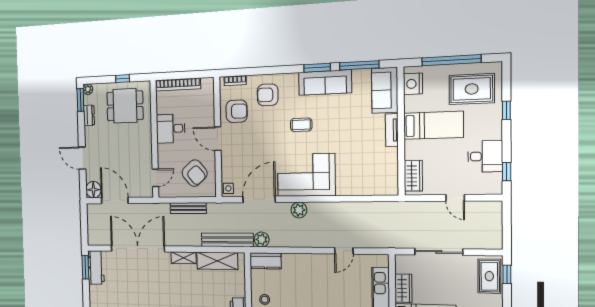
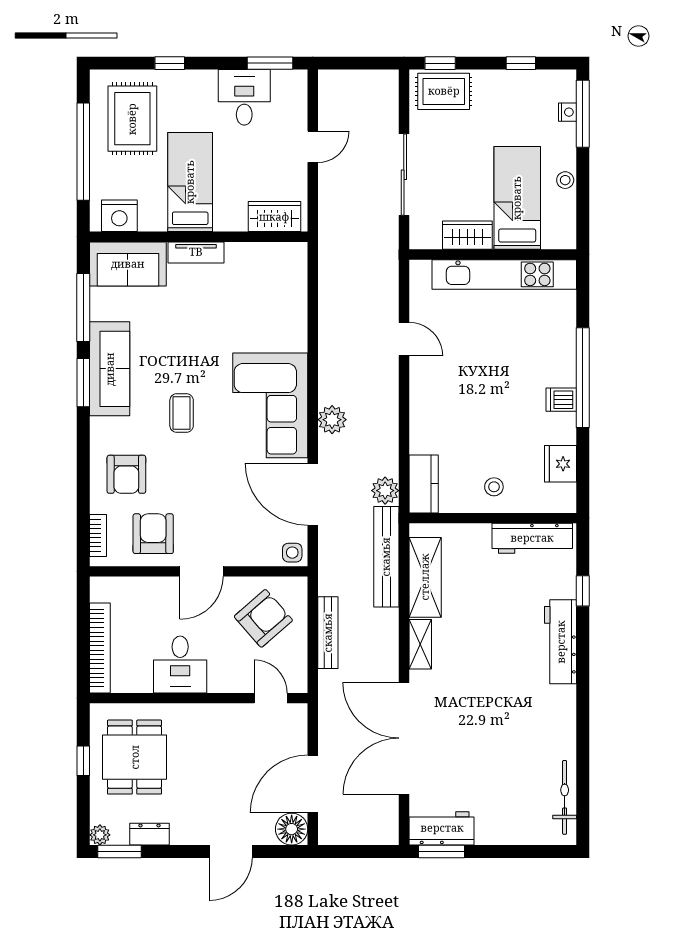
window: (507, 172) -> (270, 63), width x1.50

